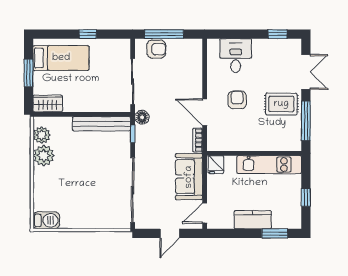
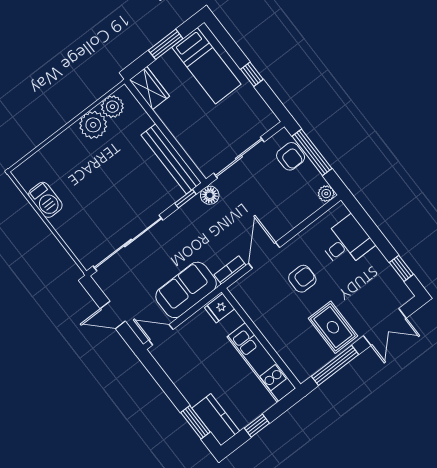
plant: (196, 45) -> (326, 194), added
barbecue: (46, 220) -> (45, 200), moved
kitchen counter: (253, 220) -> (216, 420), moved

